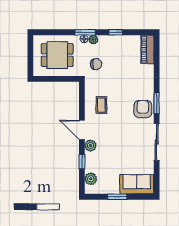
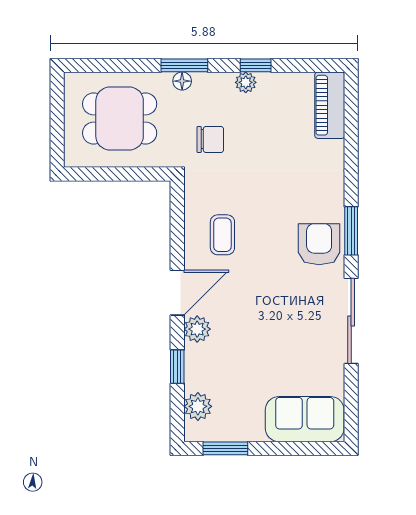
plant: (93, 40) -> (246, 82), moved
door: (82, 130) -> (177, 293), swing flipped
window: (117, 197) -> (225, 448), moved

